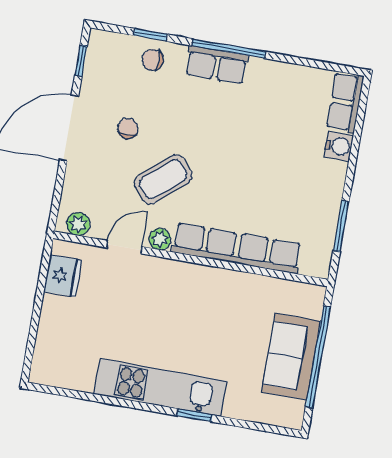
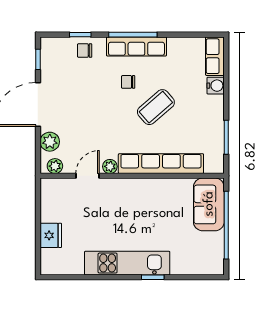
row of seats: (217, 65) -> (136, 46), width x1.48
chair: (128, 129) -> (128, 82), moved, turned -90
coffee table: (163, 179) -> (156, 107), moved
plant: (77, 186) -> (50, 142), added
fridge: (63, 276) -> (51, 235), moved
sofa: (291, 357) -> (209, 204), moved

